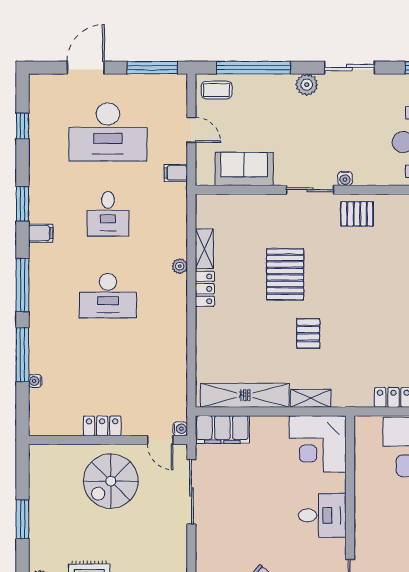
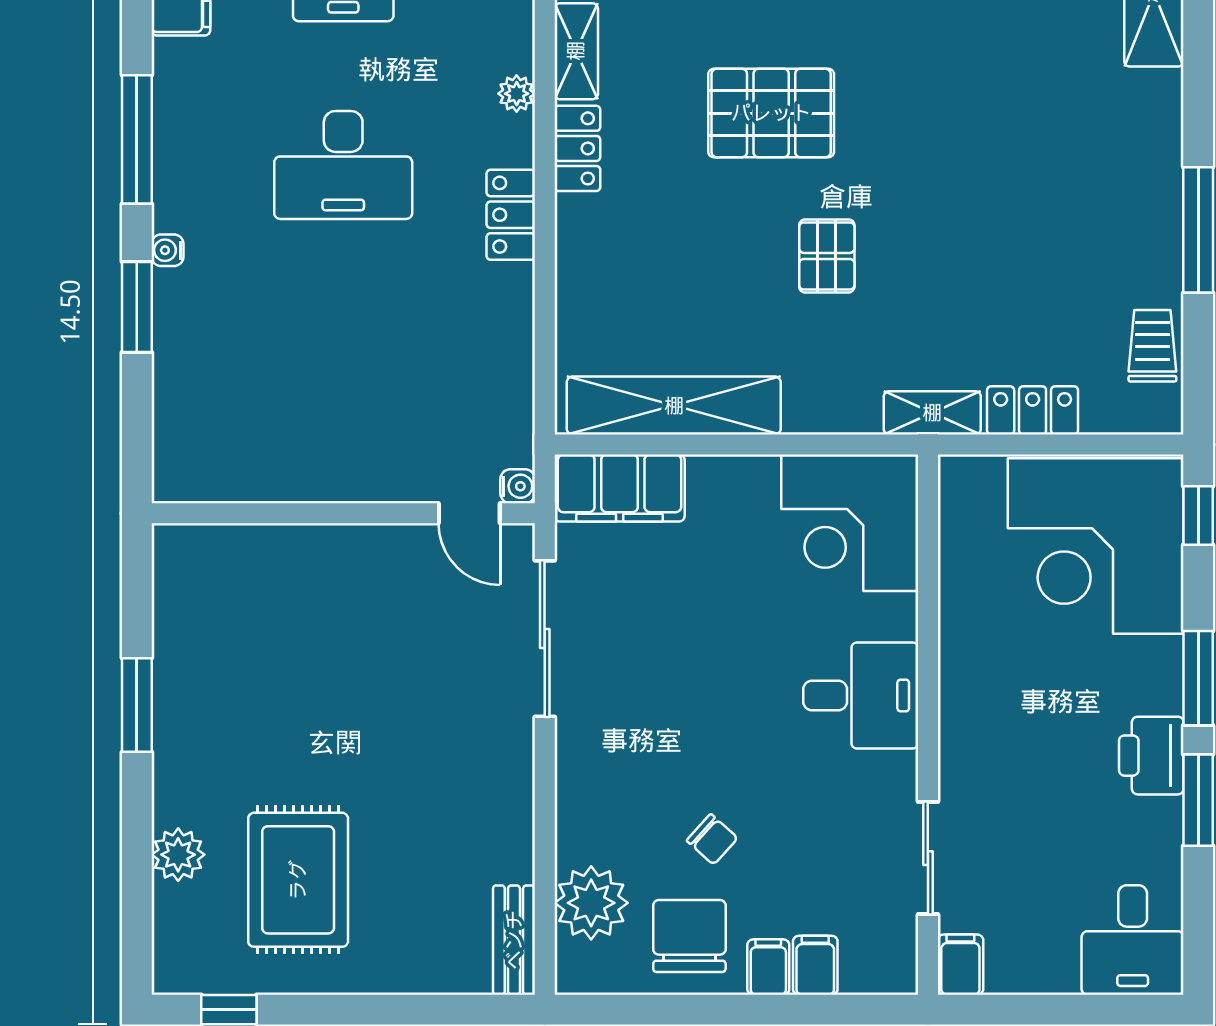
pallet: (285, 274) -> (771, 113), turned 90
window: (23, 355) -> (137, 307), width x0.69
water cooler: (35, 381) -> (167, 250), moved
shelving: (311, 398) -> (932, 413), moved
locker: (102, 426) -> (511, 215), moved, turned -90
spiral stairs: (111, 481) -> (350, 613), removed

